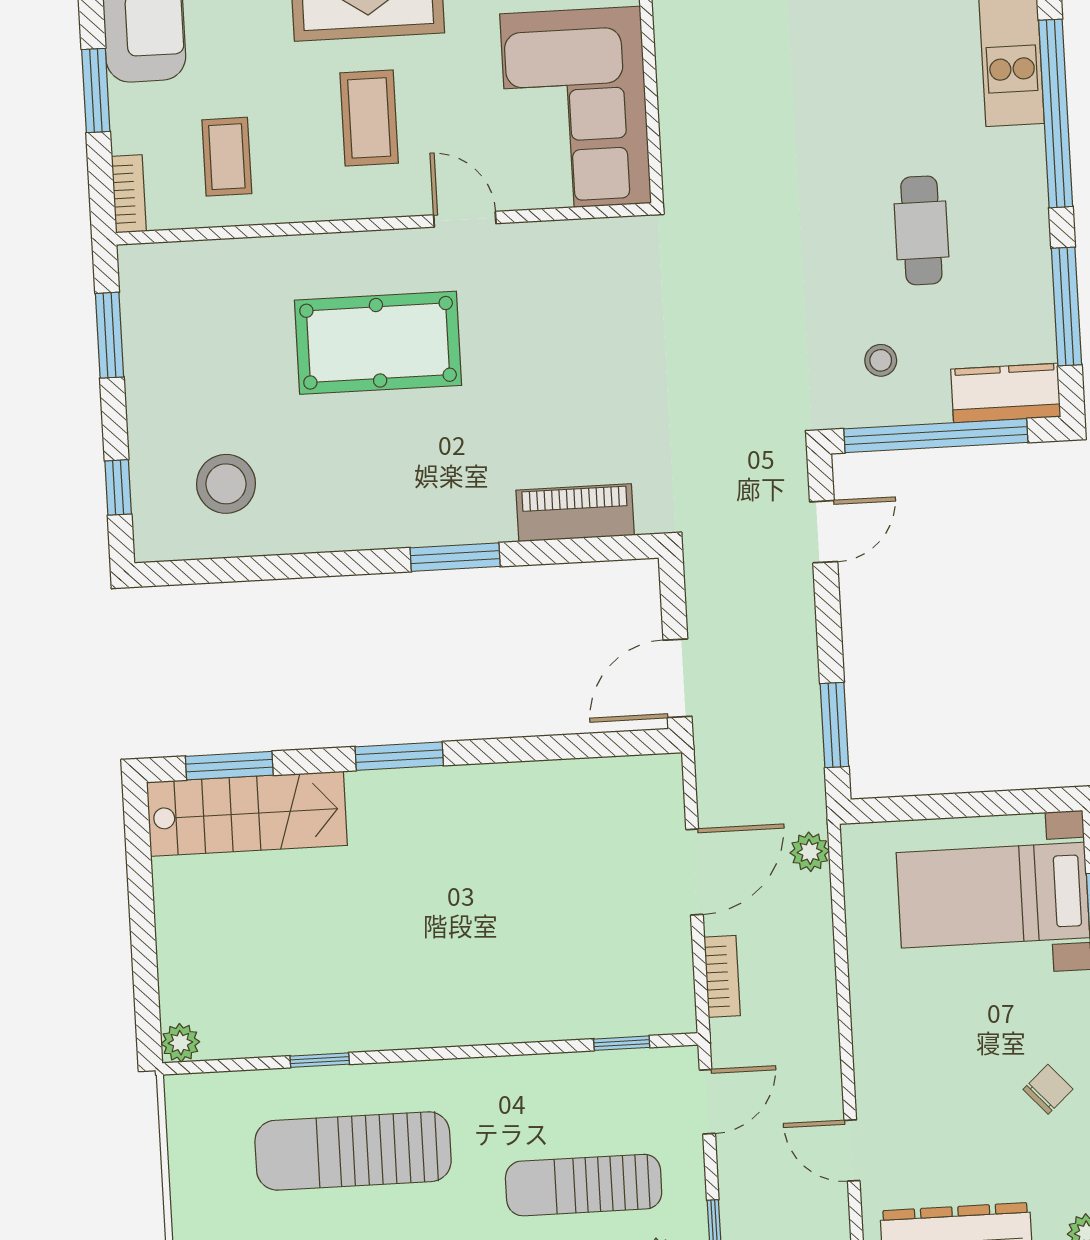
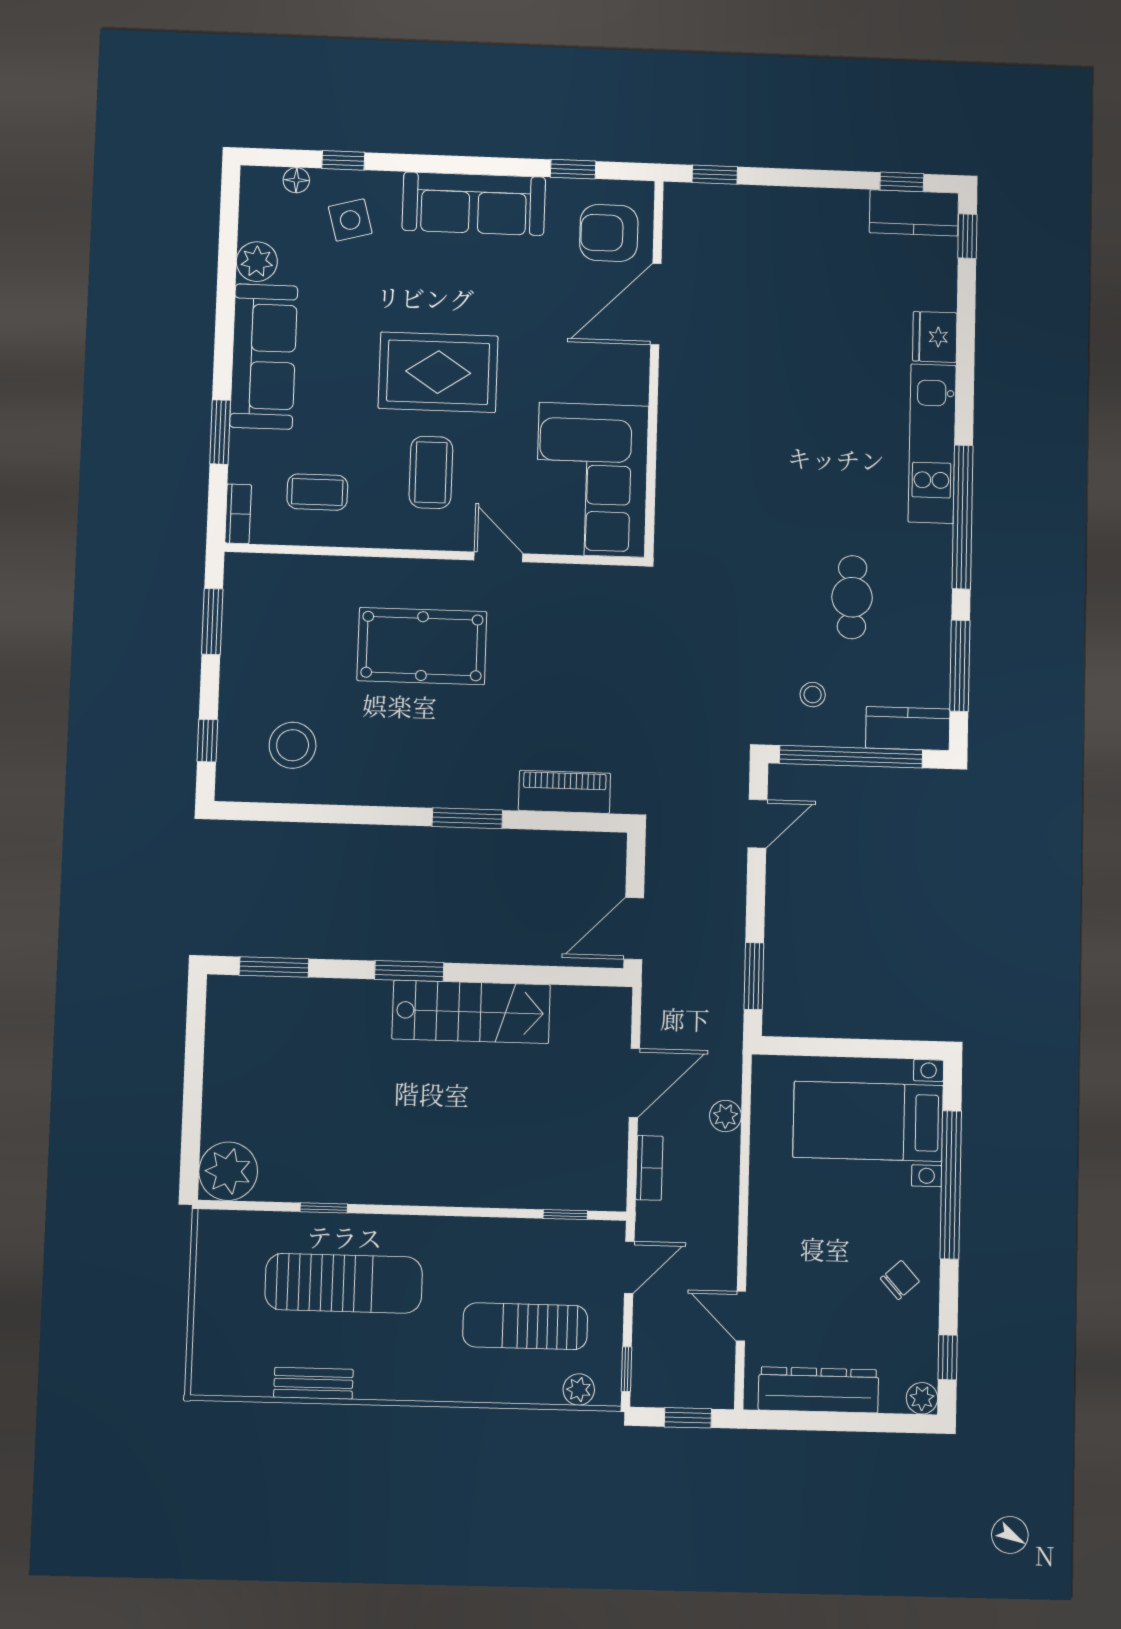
coffee table: (227, 157) -> (317, 492), turned 90
stairs: (247, 814) -> (471, 1012), moved
plant: (810, 852) -> (725, 1116), moved
plant: (180, 1043) -> (228, 1171), width x1.88, depth x1.88
sun lounger: (353, 1151) -> (344, 1283), turned 180

